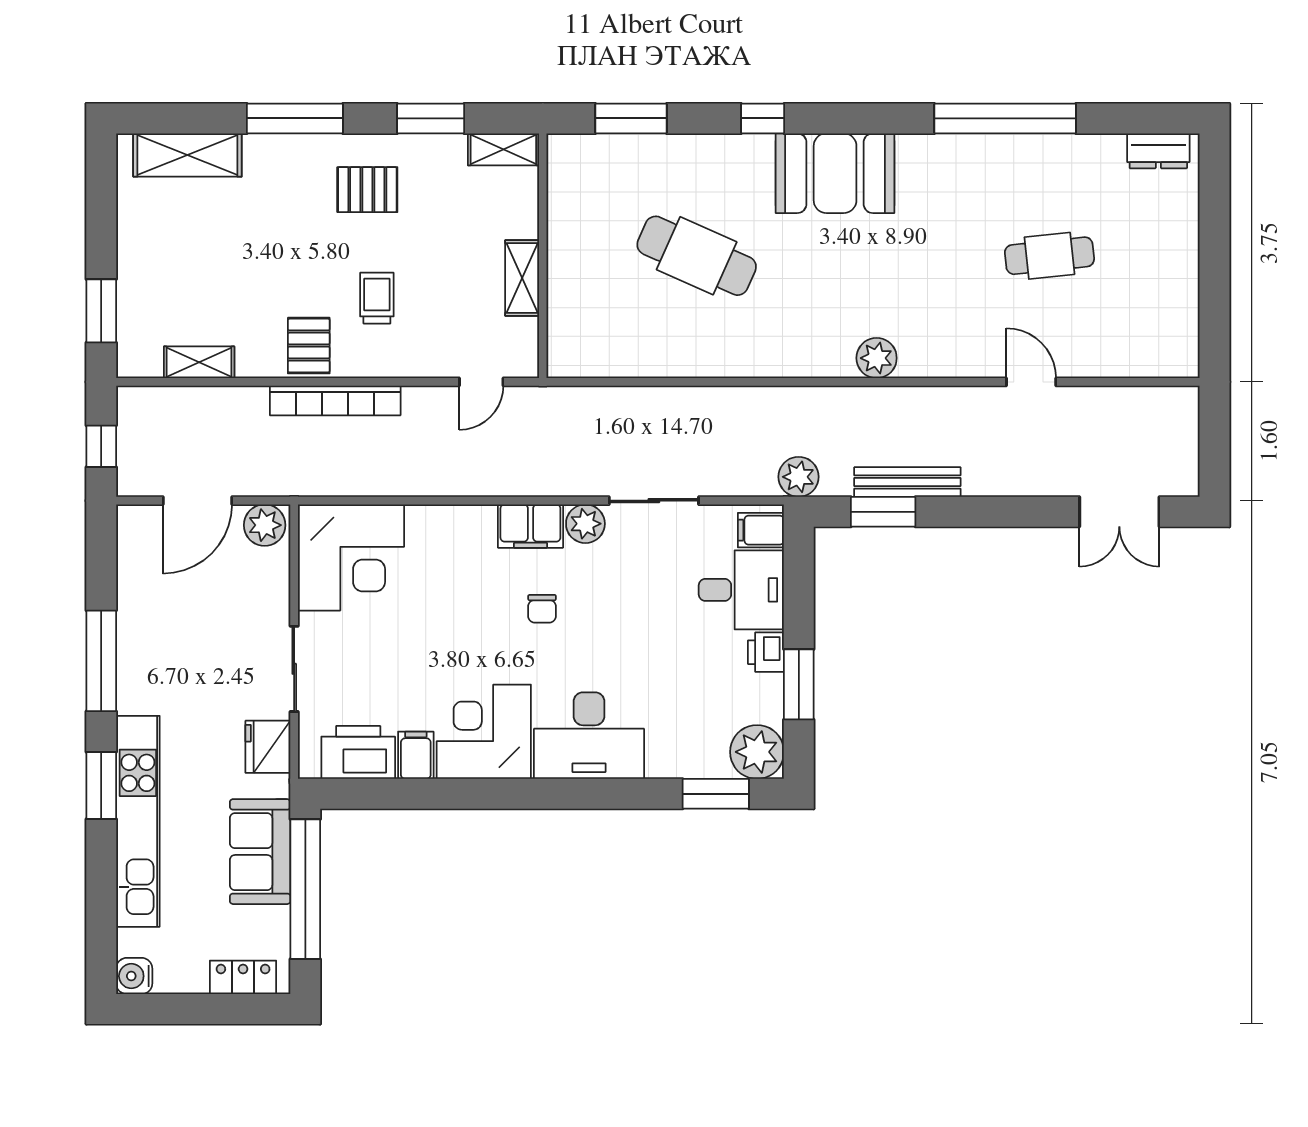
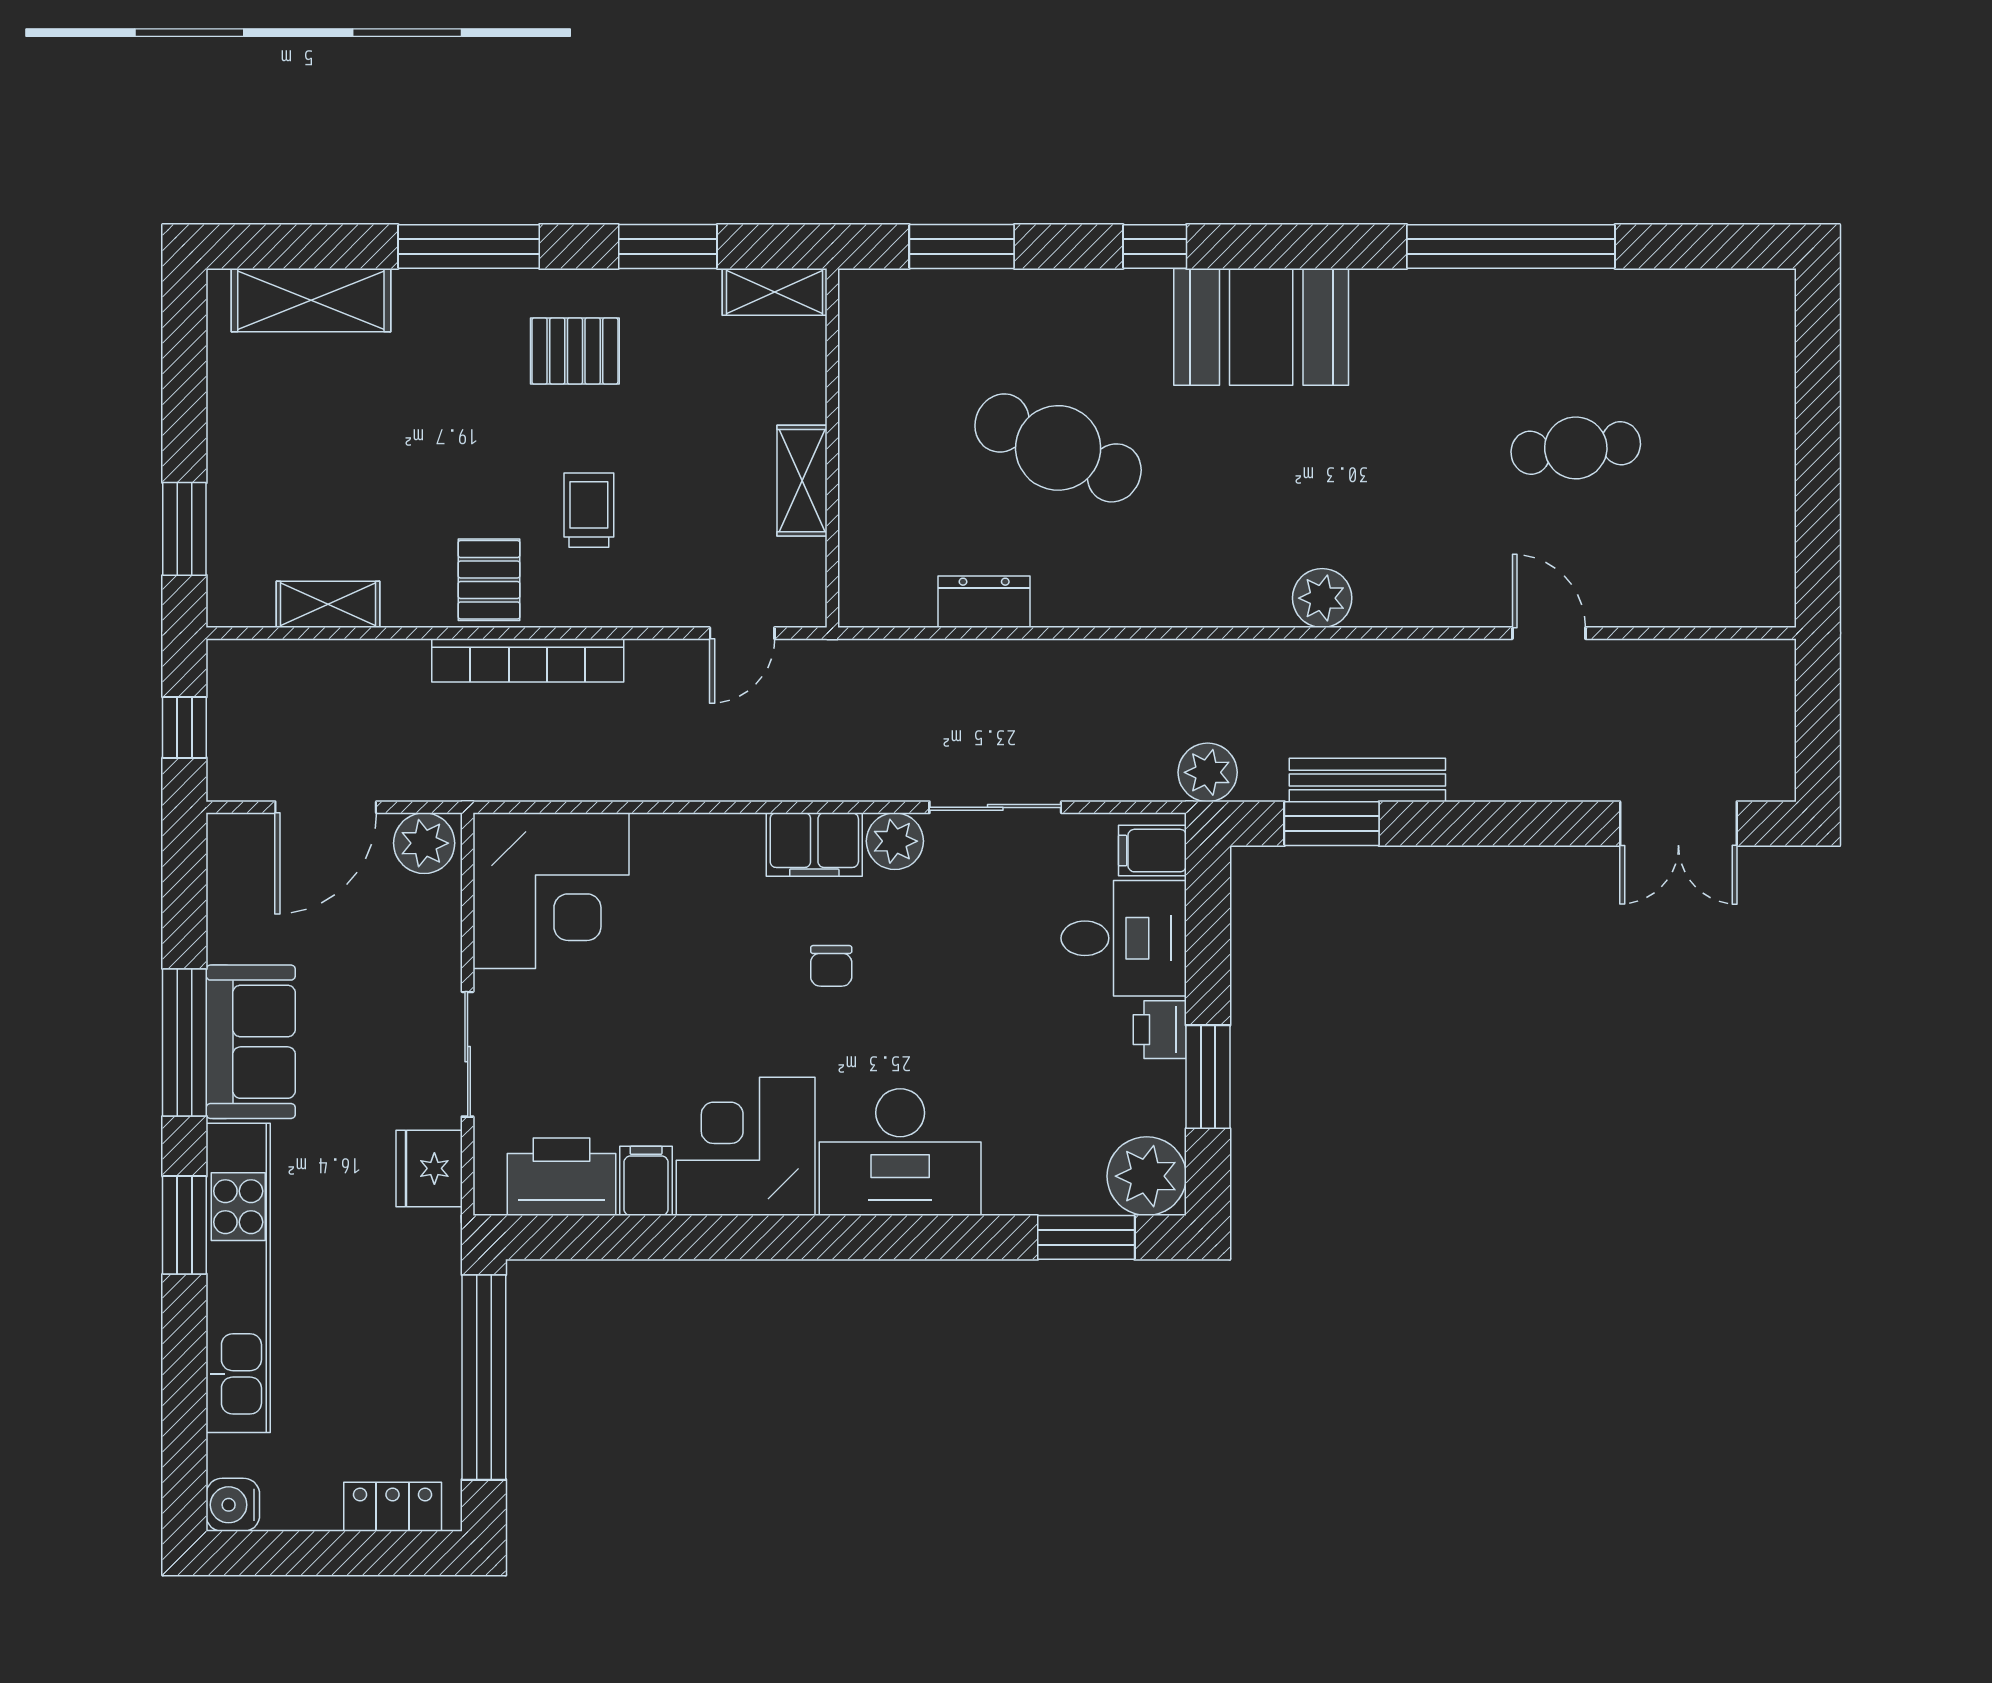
dresser: (1158, 151) -> (984, 602), moved, turned 180
sofa: (260, 852) -> (251, 1042), moved, turned 180

